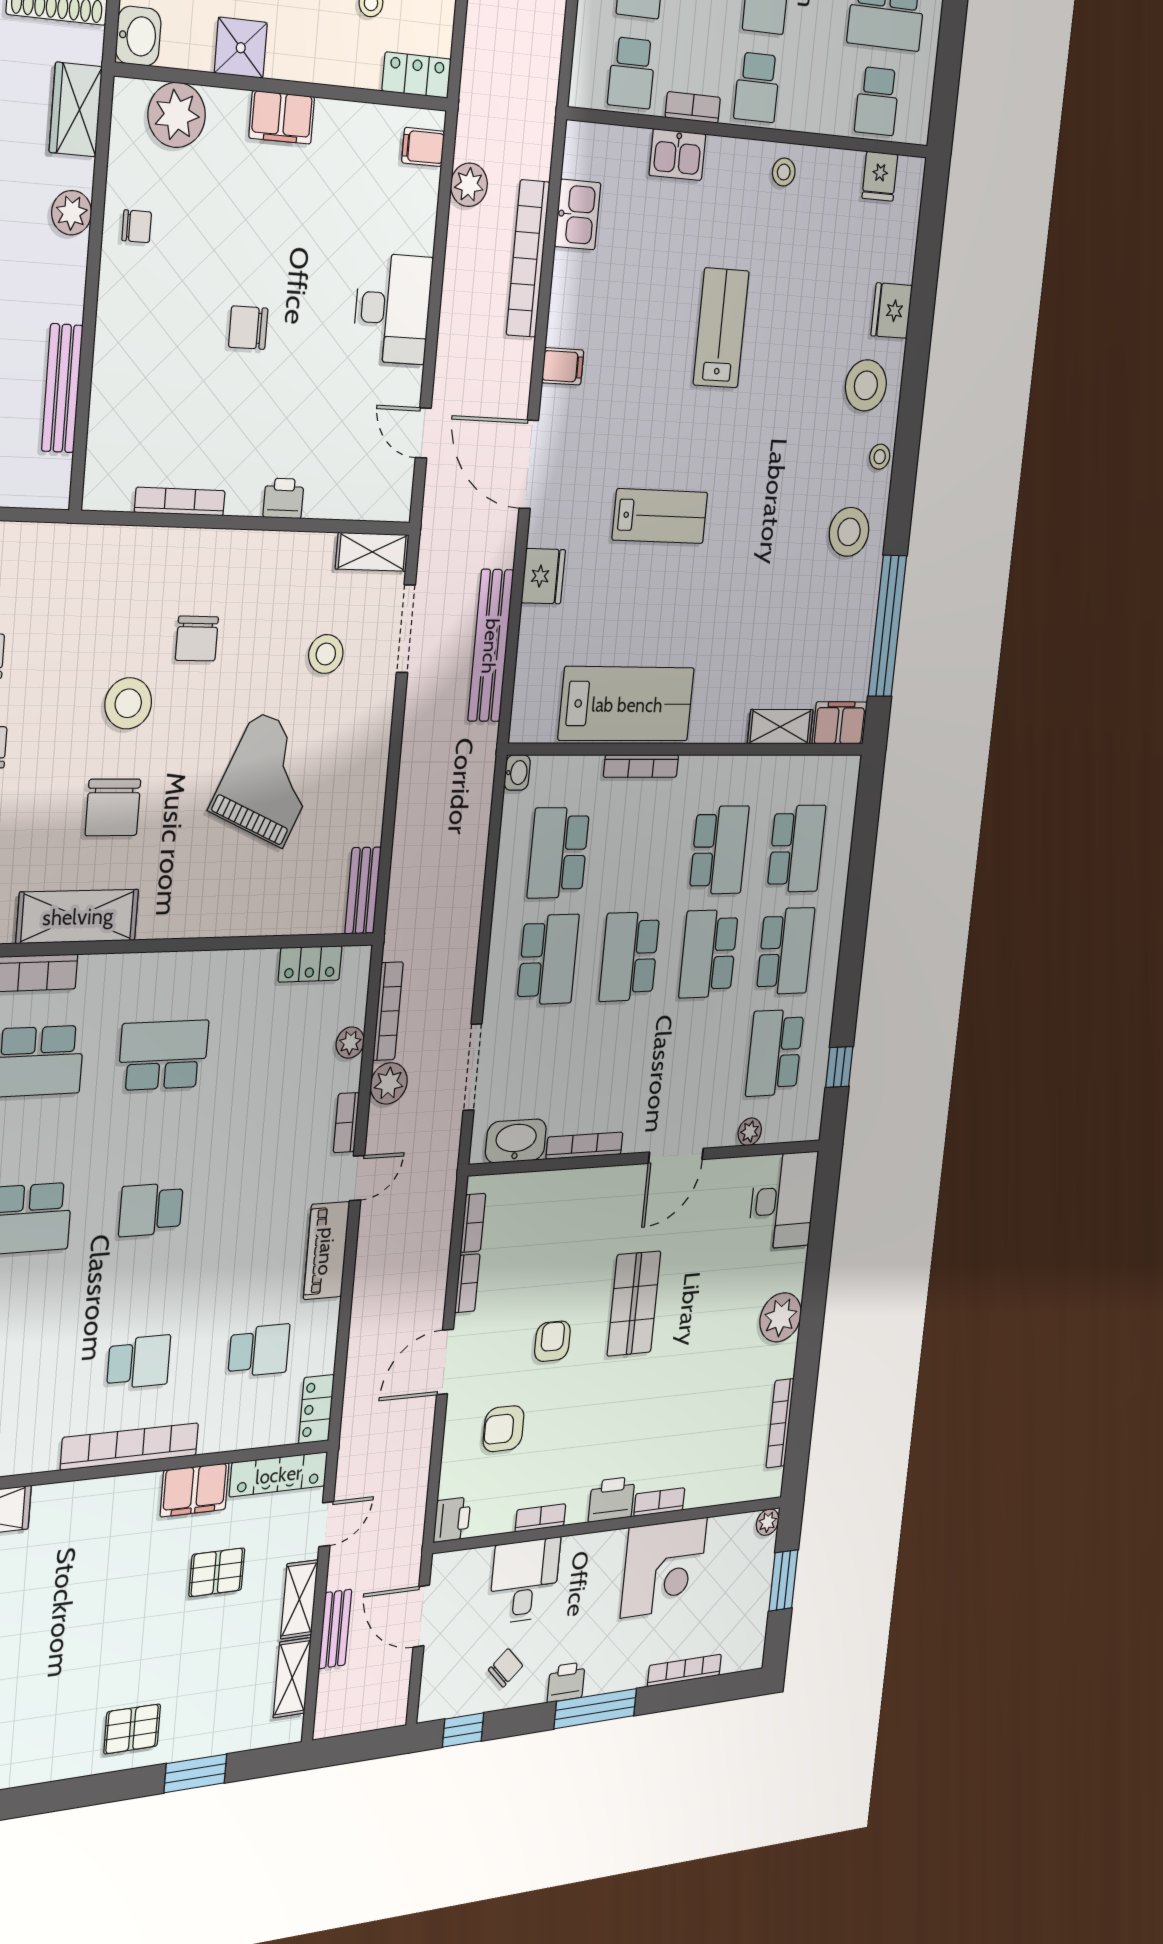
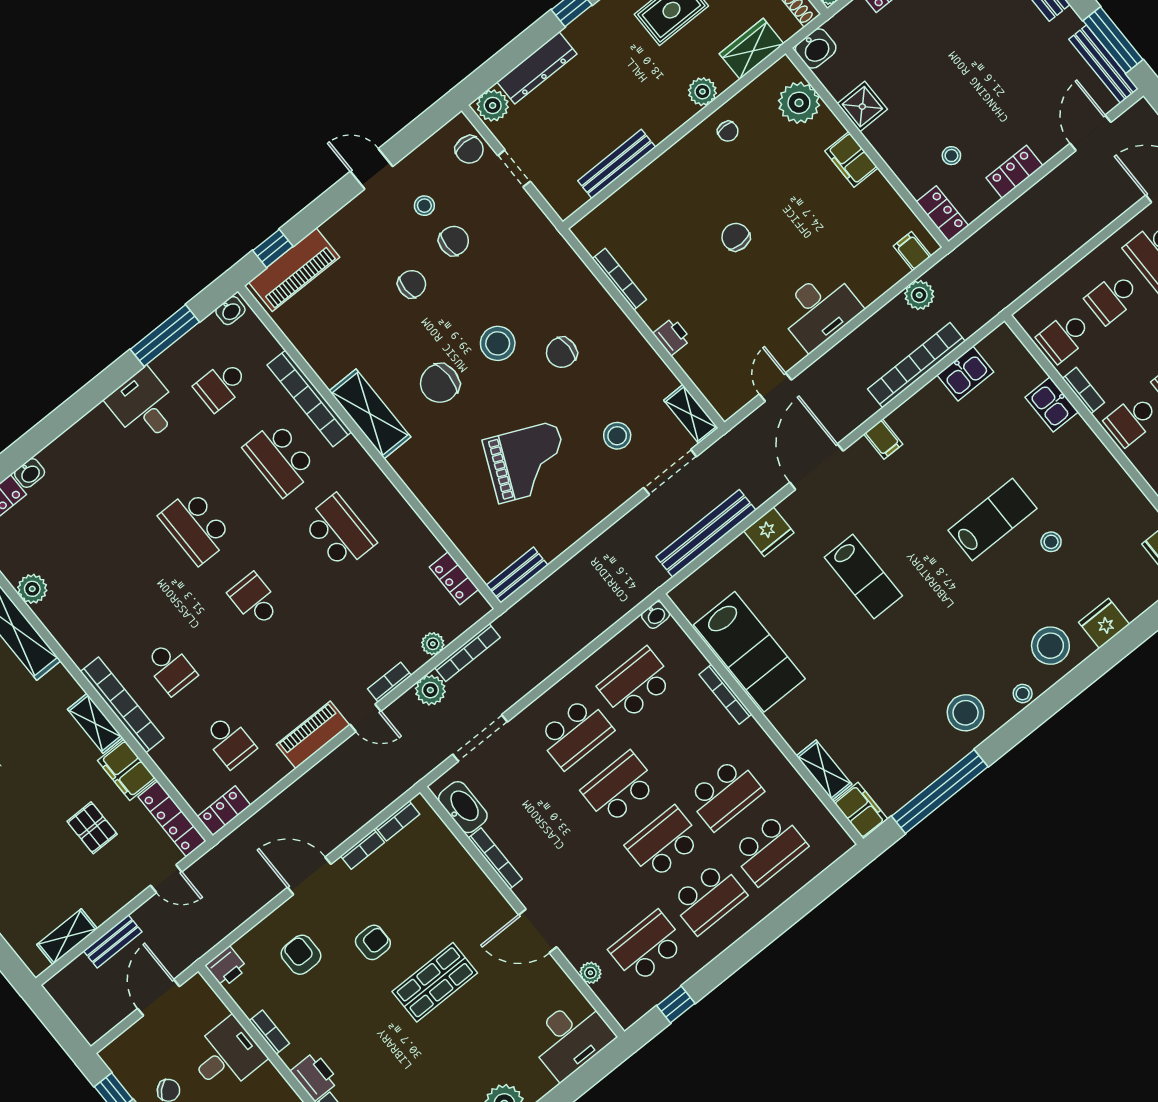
stool: (784, 172) -> (1051, 542), moved
shelving: (299, 1599) -> (95, 723), moved, turned 90

